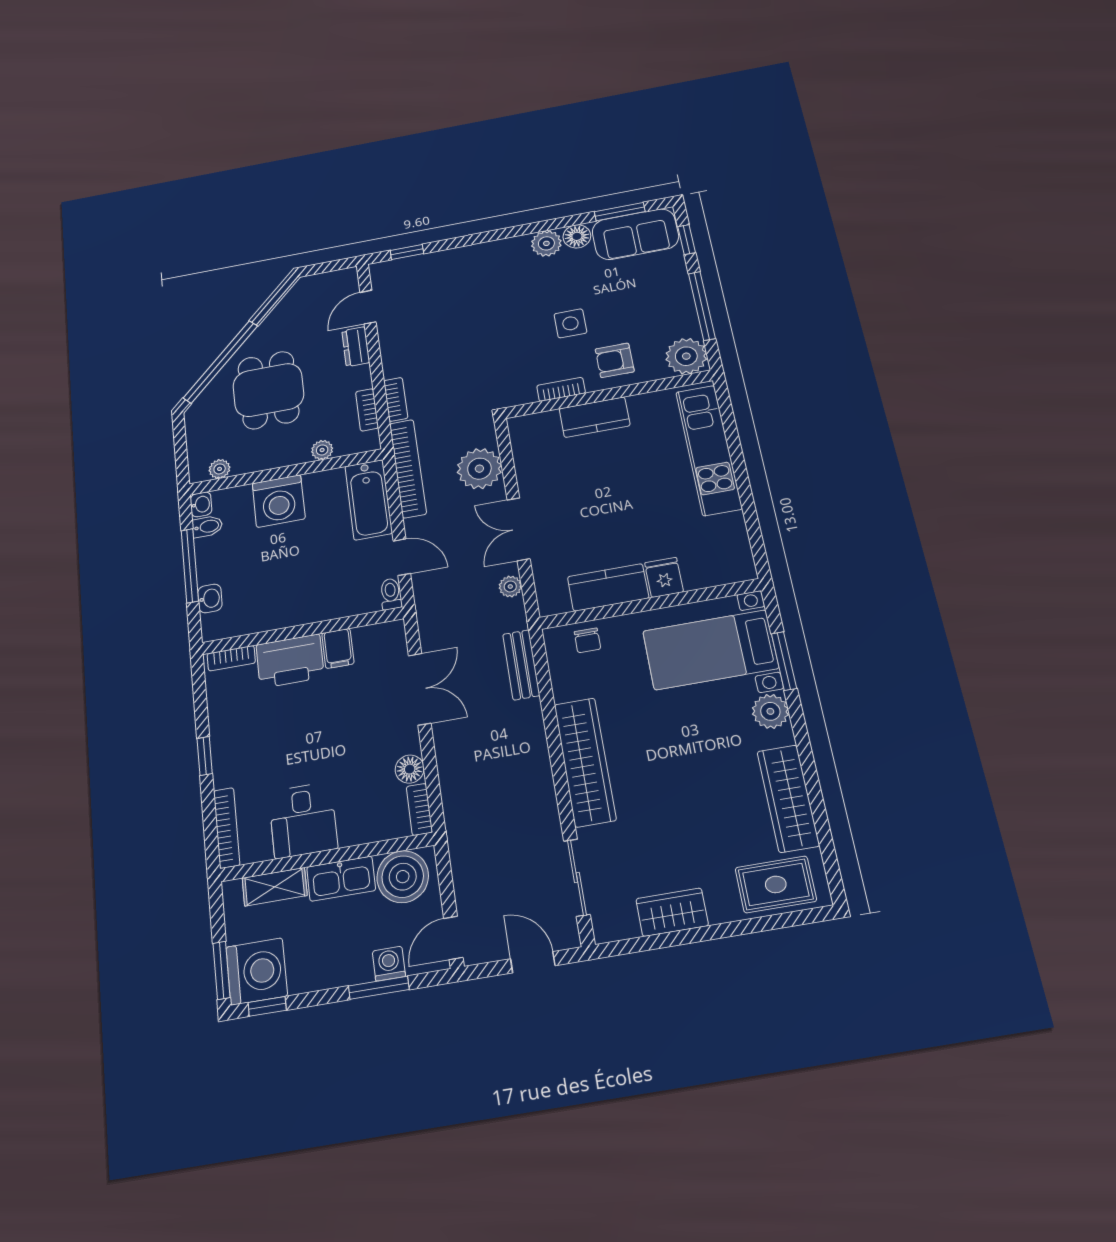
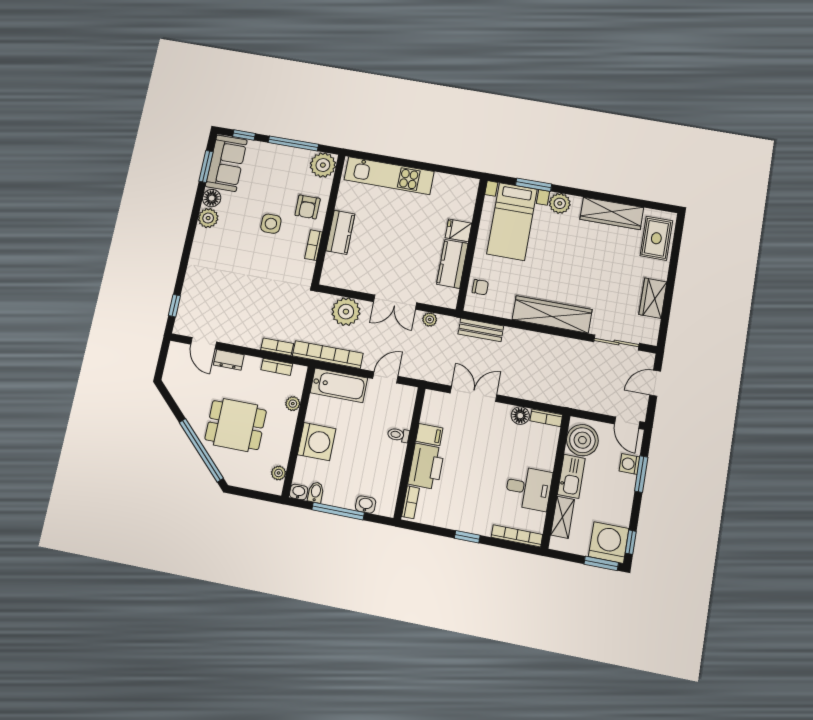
toilet: (391, 594) -> (398, 435), moved

